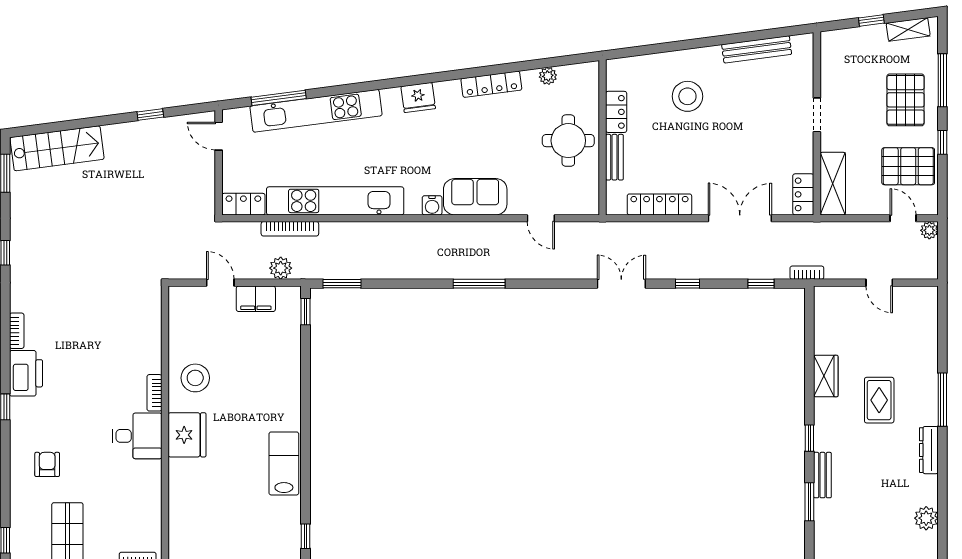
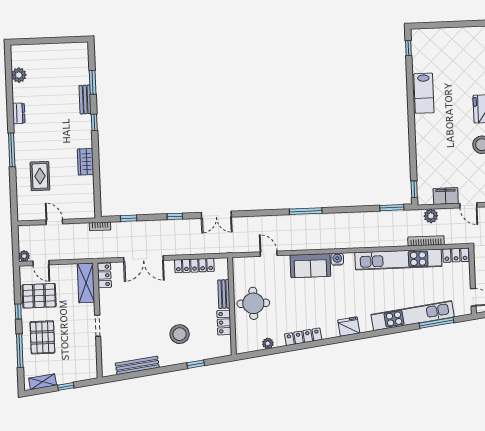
window: (664, 48) -> (196, 364), added
rug: (879, 400) -> (40, 176), moved
dresser: (929, 450) -> (19, 113), width x0.70

